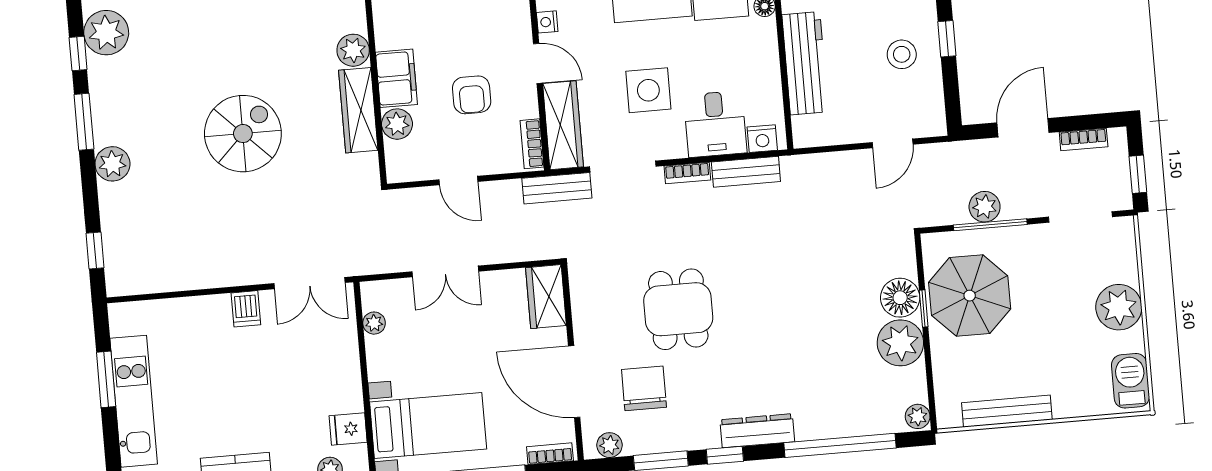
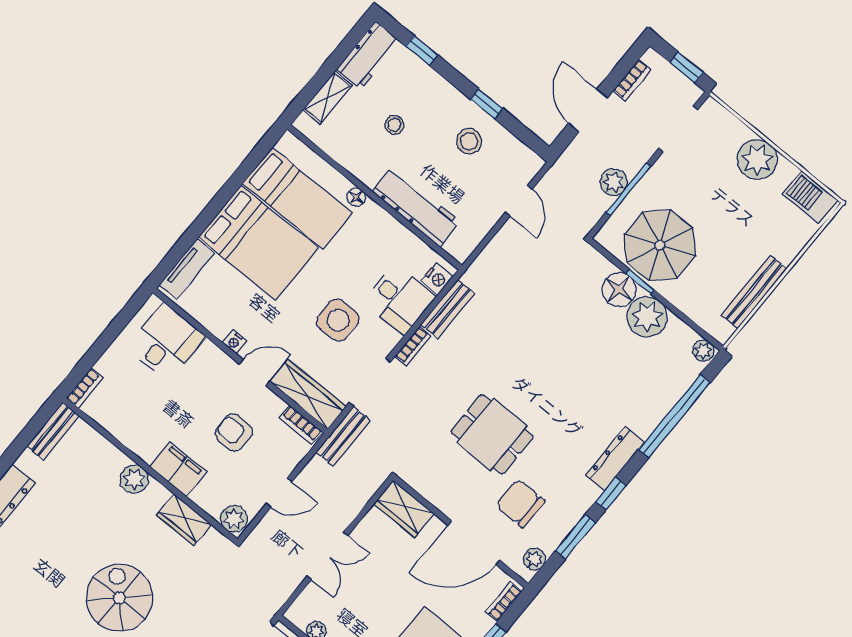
armchair: (472, 95) -> (234, 433), turned 180
wardrobe: (358, 110) -> (184, 520), width x0.67
plant: (397, 124) -> (234, 519), moved

